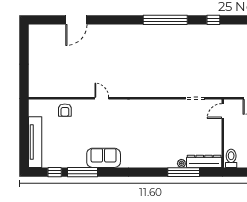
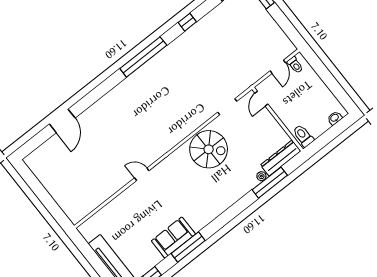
armchair: (65, 110) -> (117, 212), removed
spiral stairs: (160, 117) -> (209, 149), added
sofa: (104, 158) -> (173, 238), moved
window: (82, 172) -> (188, 247), moved

